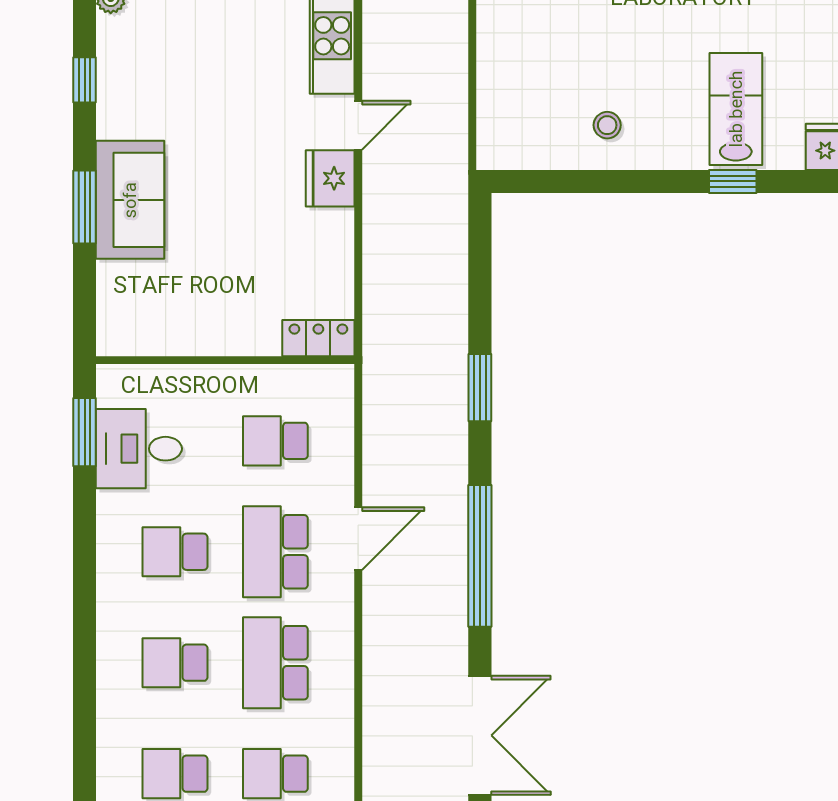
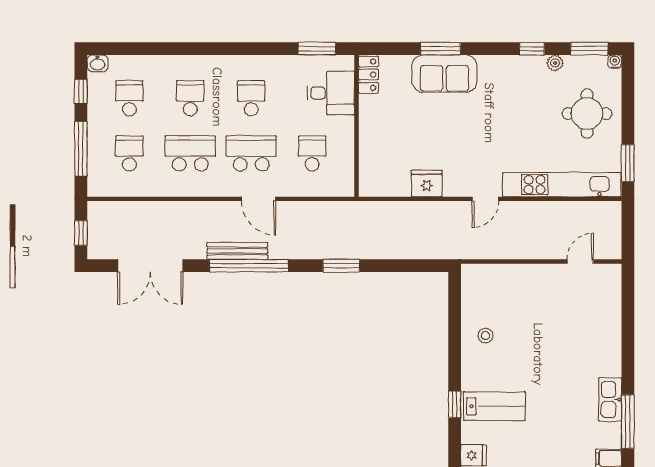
window: (85, 80) -> (532, 49), moved
door: (358, 125) -> (485, 199), hinge flipped
fridge: (330, 178) -> (427, 183), moved
locker: (318, 338) -> (368, 75), moved
desk: (139, 449) -> (331, 93), moved, turned 90
bench: (453, 577) -> (237, 251), added

